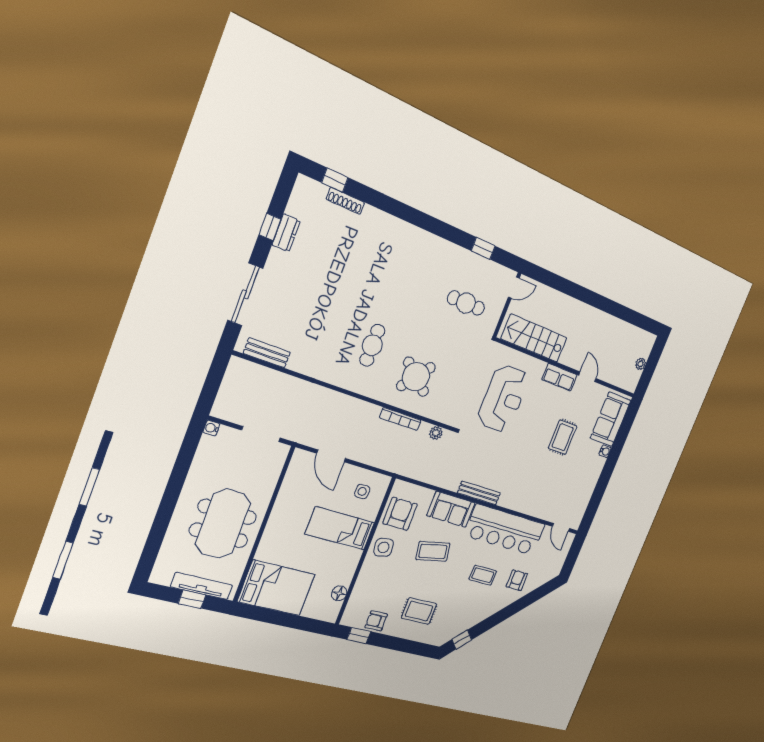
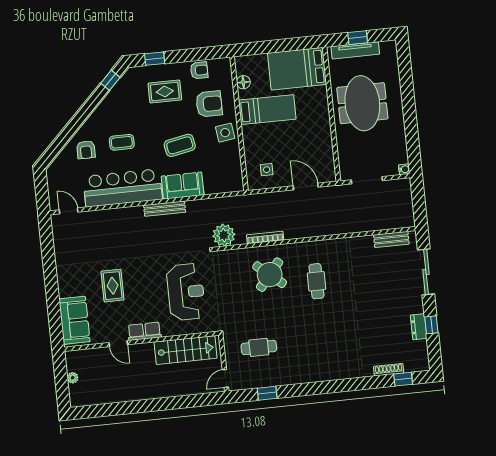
reception desk: (503, 398) -> (186, 292), turned 180
plant: (436, 433) -> (224, 235), width x1.88, depth x1.88
water cooler: (605, 451) -> (63, 292), removed
armchair: (400, 514) -> (209, 104), moved, turned -90
bed: (340, 528) -> (267, 110), moved
window: (359, 636) -> (155, 59), moved

